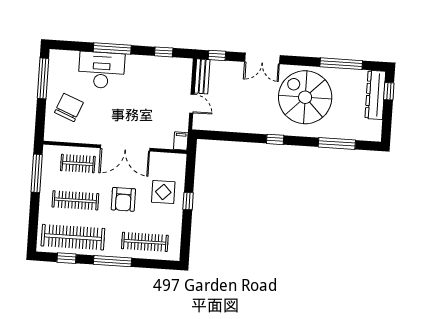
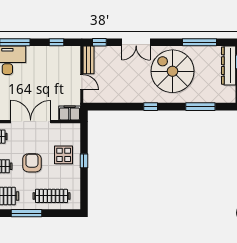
filing cabinet: (181, 141) -> (70, 113), width x2.00
double door: (125, 148) -> (31, 122), swing flipped
armchair: (123, 199) -> (32, 163), turned 180

